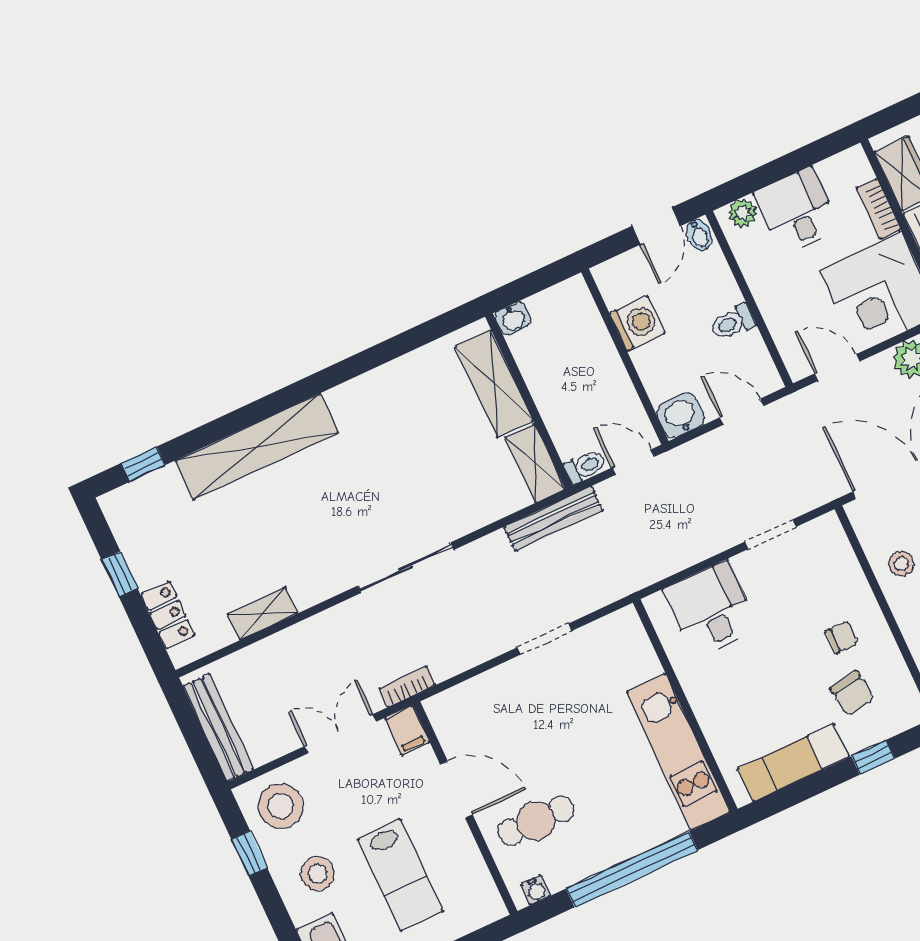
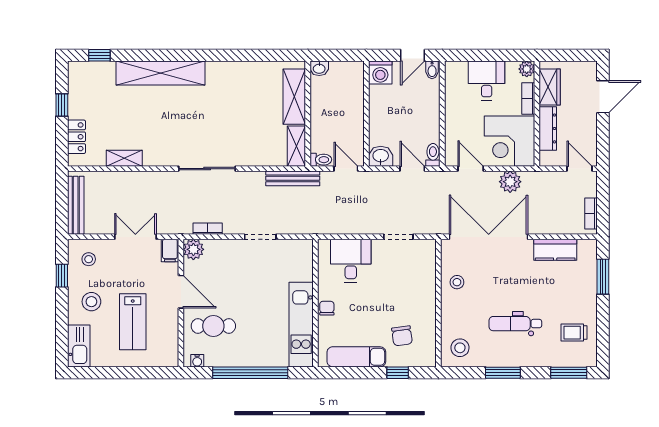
plant: (743, 213) -> (527, 69), moved
toilet: (733, 322) -> (433, 155), moved, turned 90
washing machine: (637, 323) -> (380, 73), moved, turned 90
chair: (842, 637) -> (327, 308), moved, turned -90
bookcase: (407, 687) -> (208, 229), moved
plant: (445, 710) -> (193, 249), added
stool: (281, 806) -> (89, 259), width x0.53, depth x0.53

